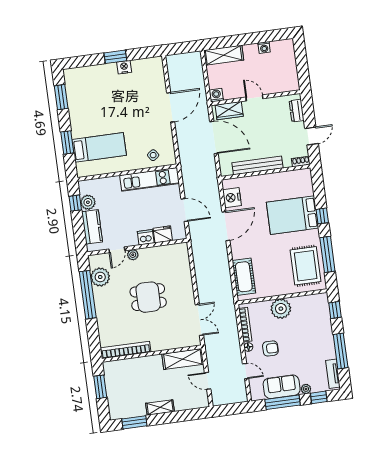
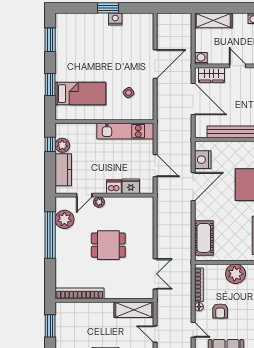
side table: (153, 155) -> (129, 93), moved
armchair: (270, 348) -> (220, 311), turned 90

